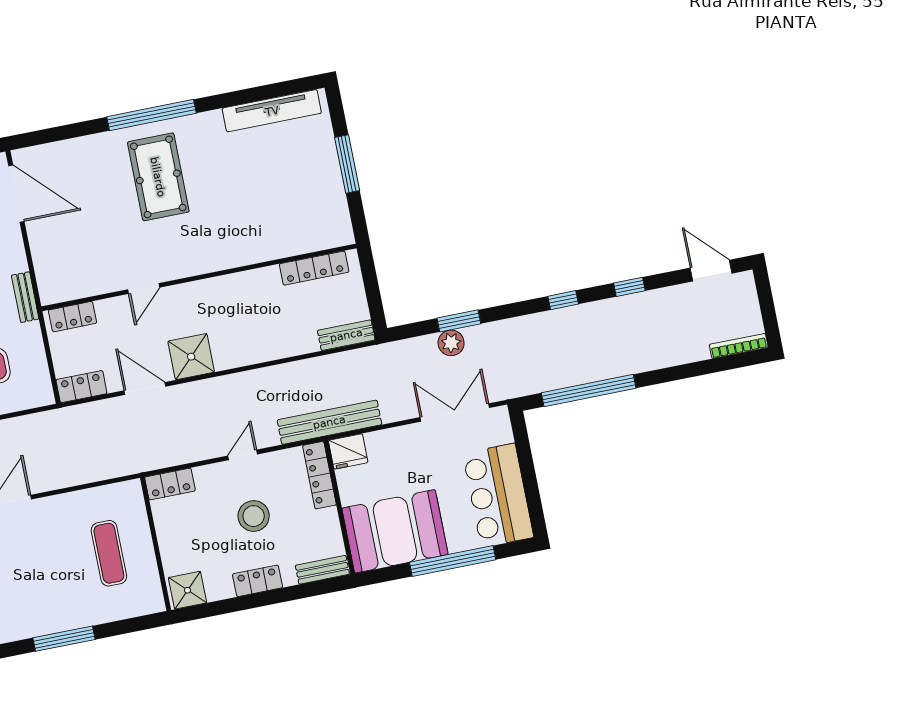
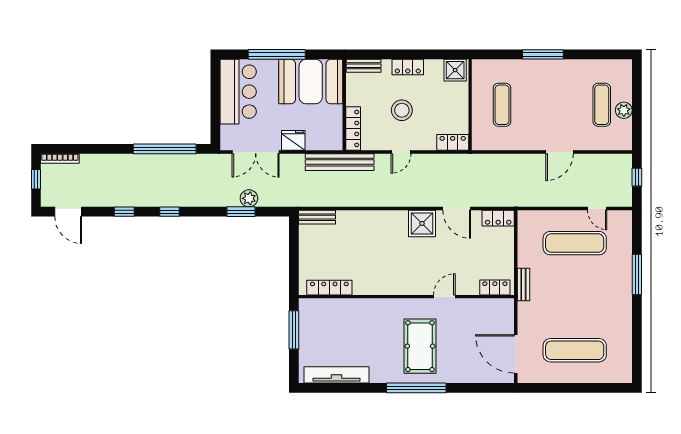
locker: (314, 268) -> (329, 288), moved
wall: (199, 277) -> (406, 297), moved
door: (144, 288) -> (444, 297), moved
window: (768, 308) -> (36, 179), added
locker: (73, 317) -> (495, 287), moved
fridge: (348, 451) -> (293, 140), moved

